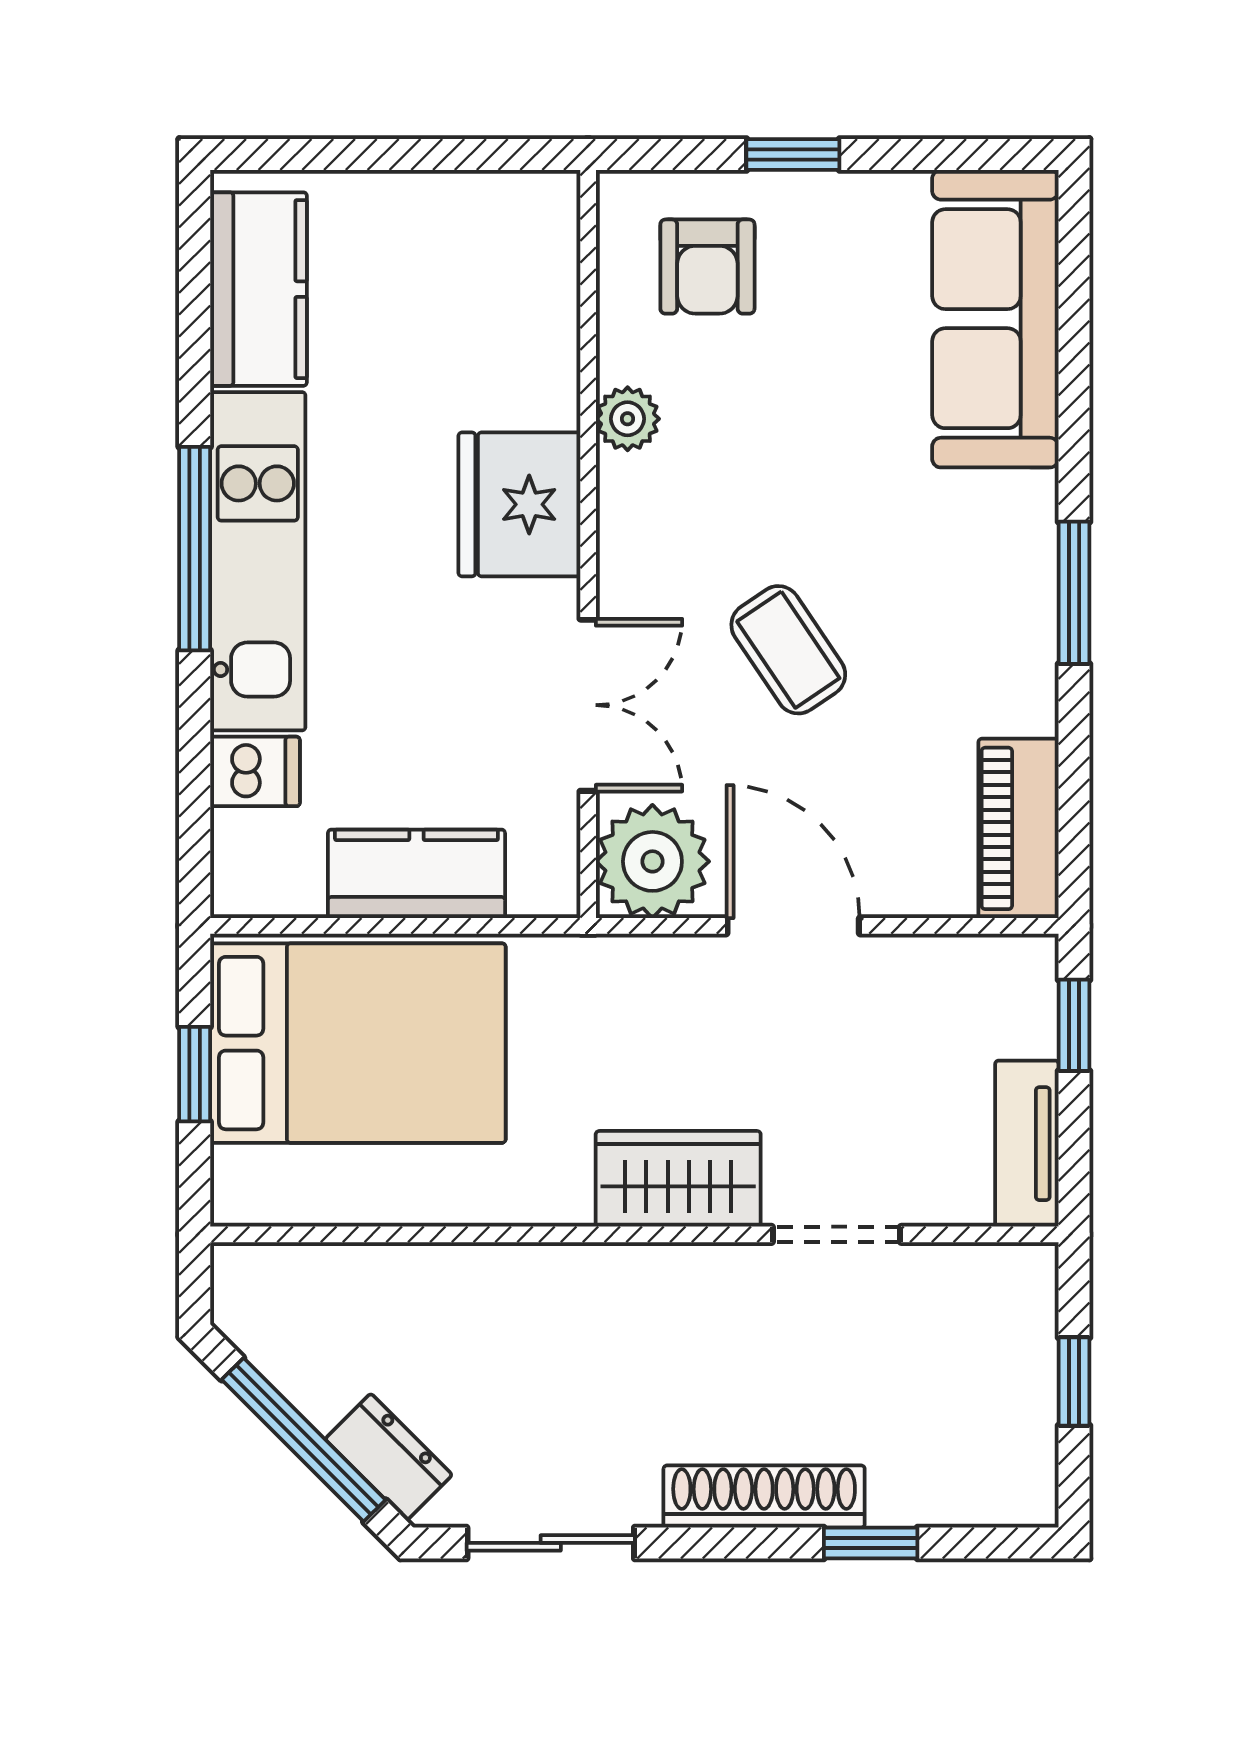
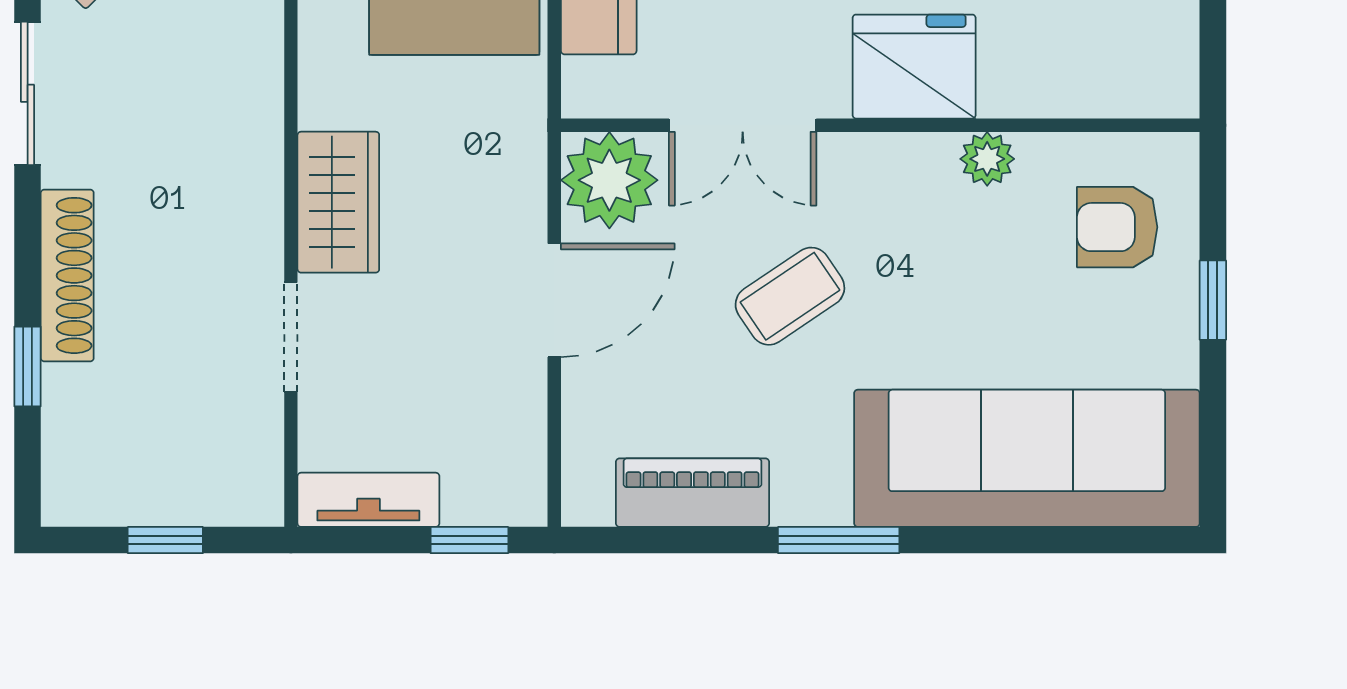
sofa: (995, 319) -> (1027, 458), width x1.36, depth x1.27
piano: (1018, 828) -> (692, 493), moved

